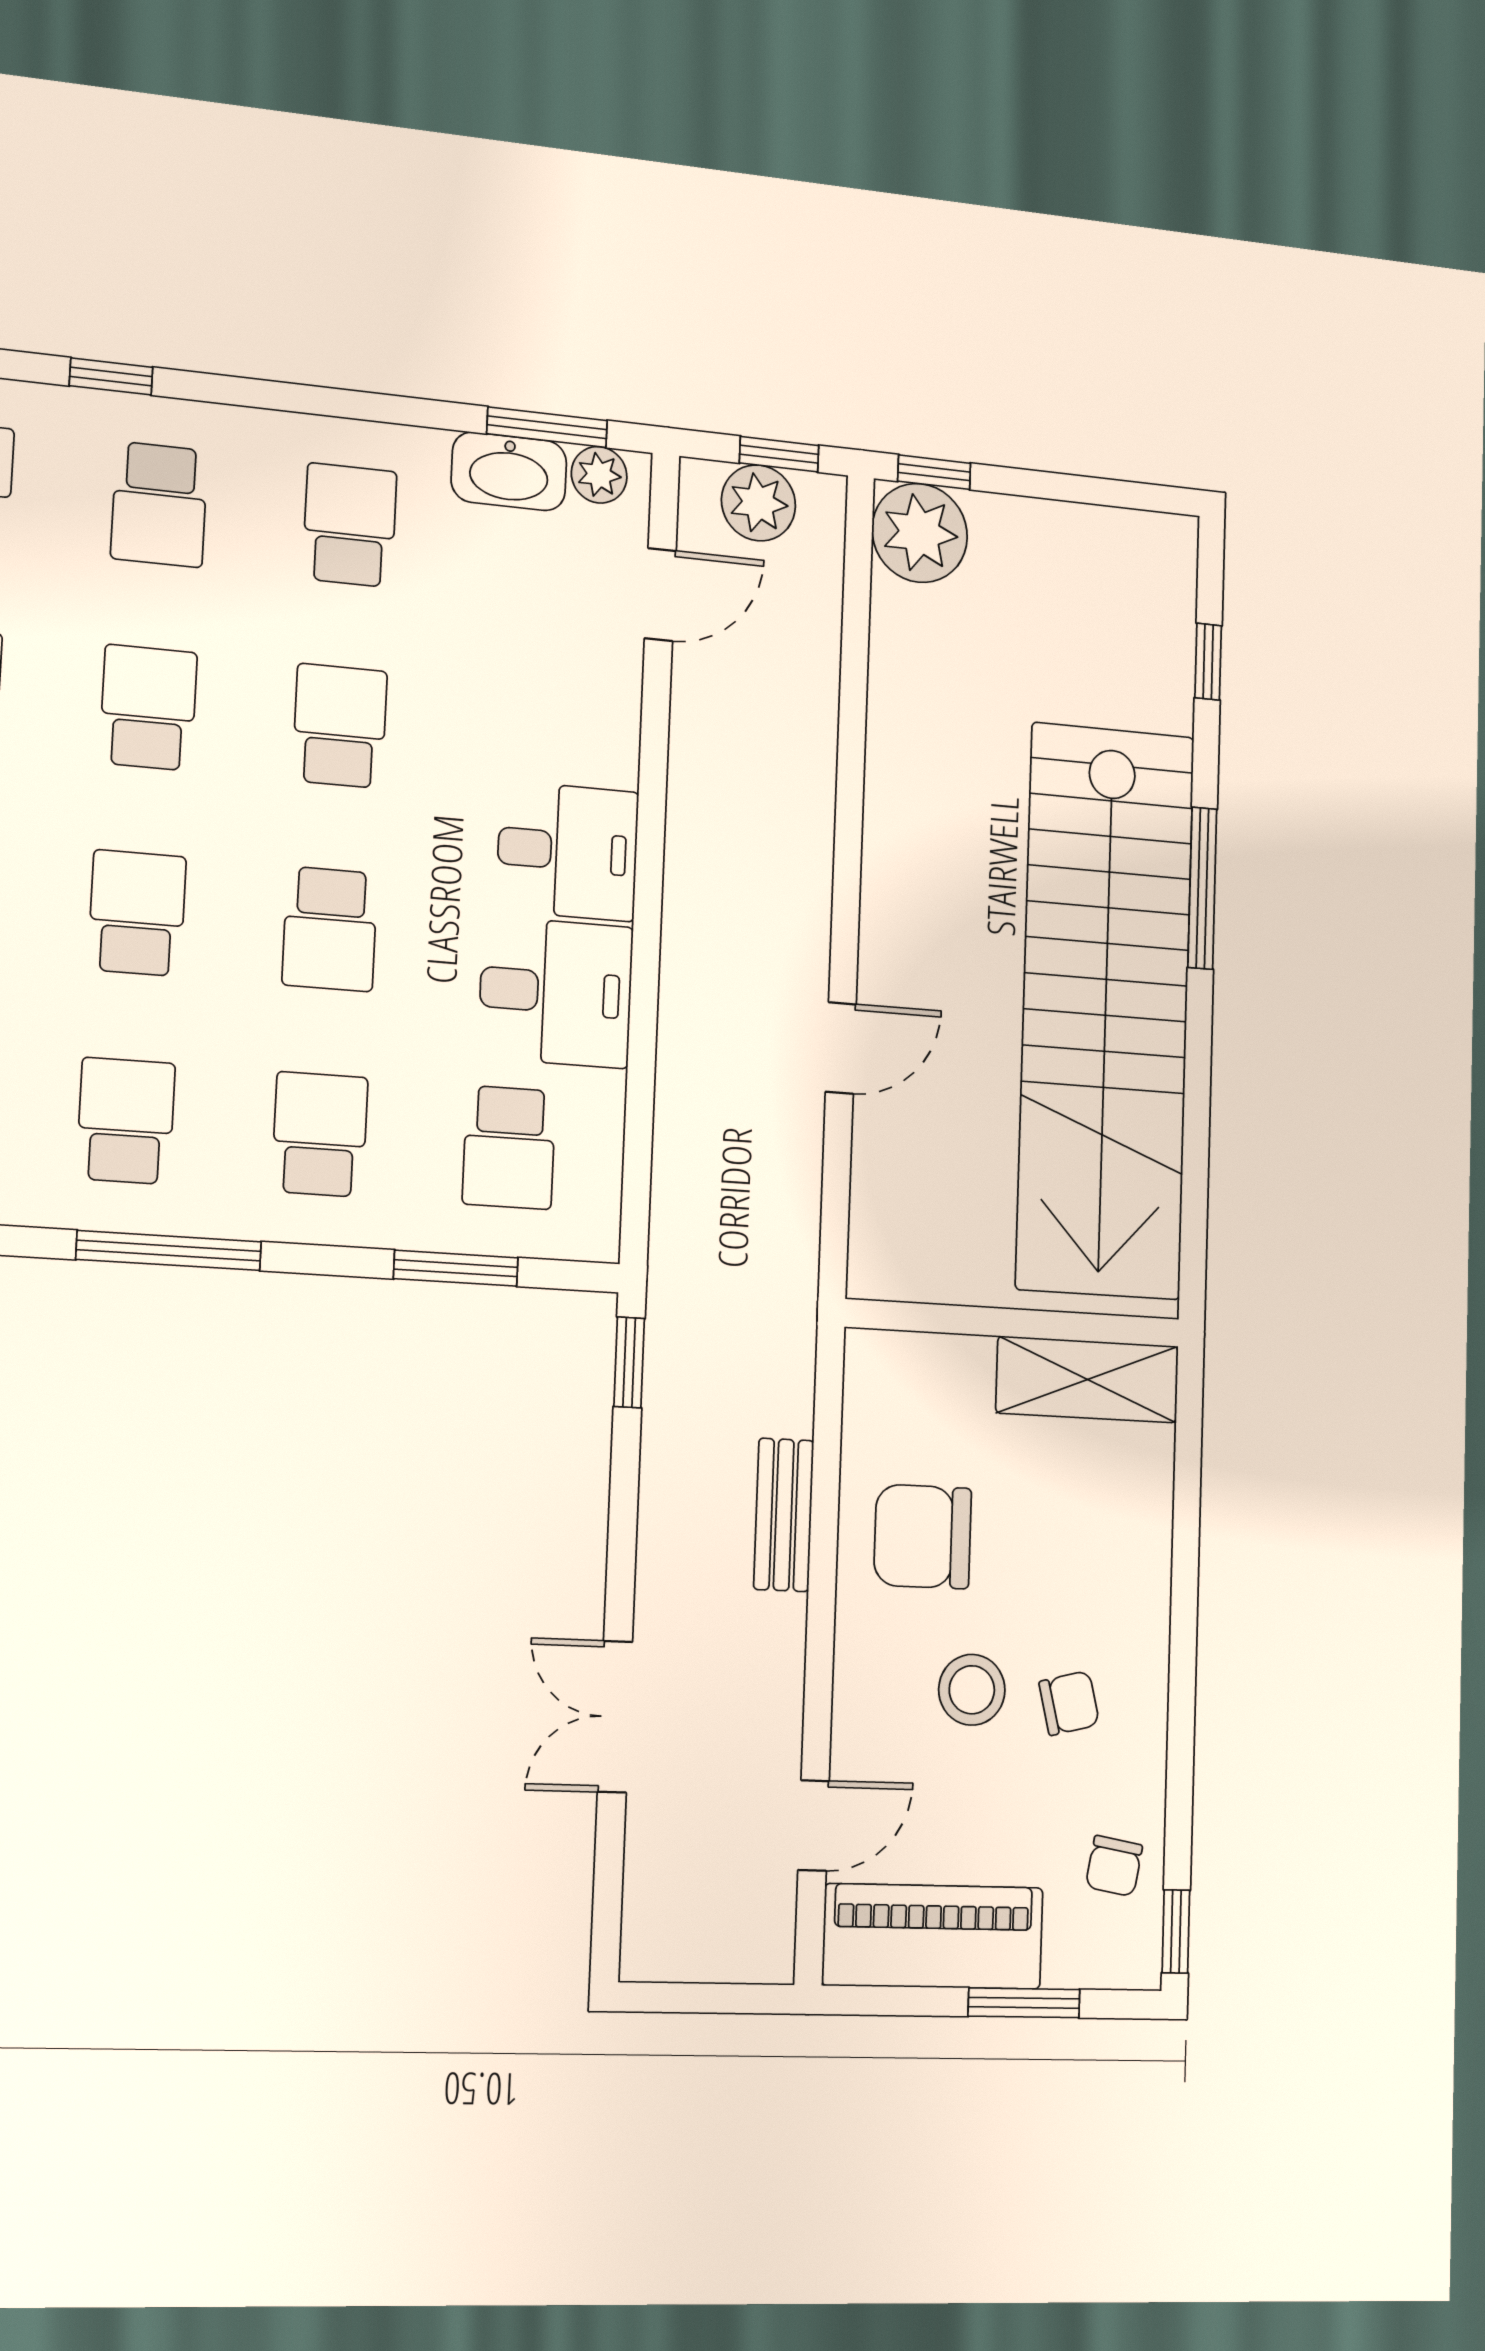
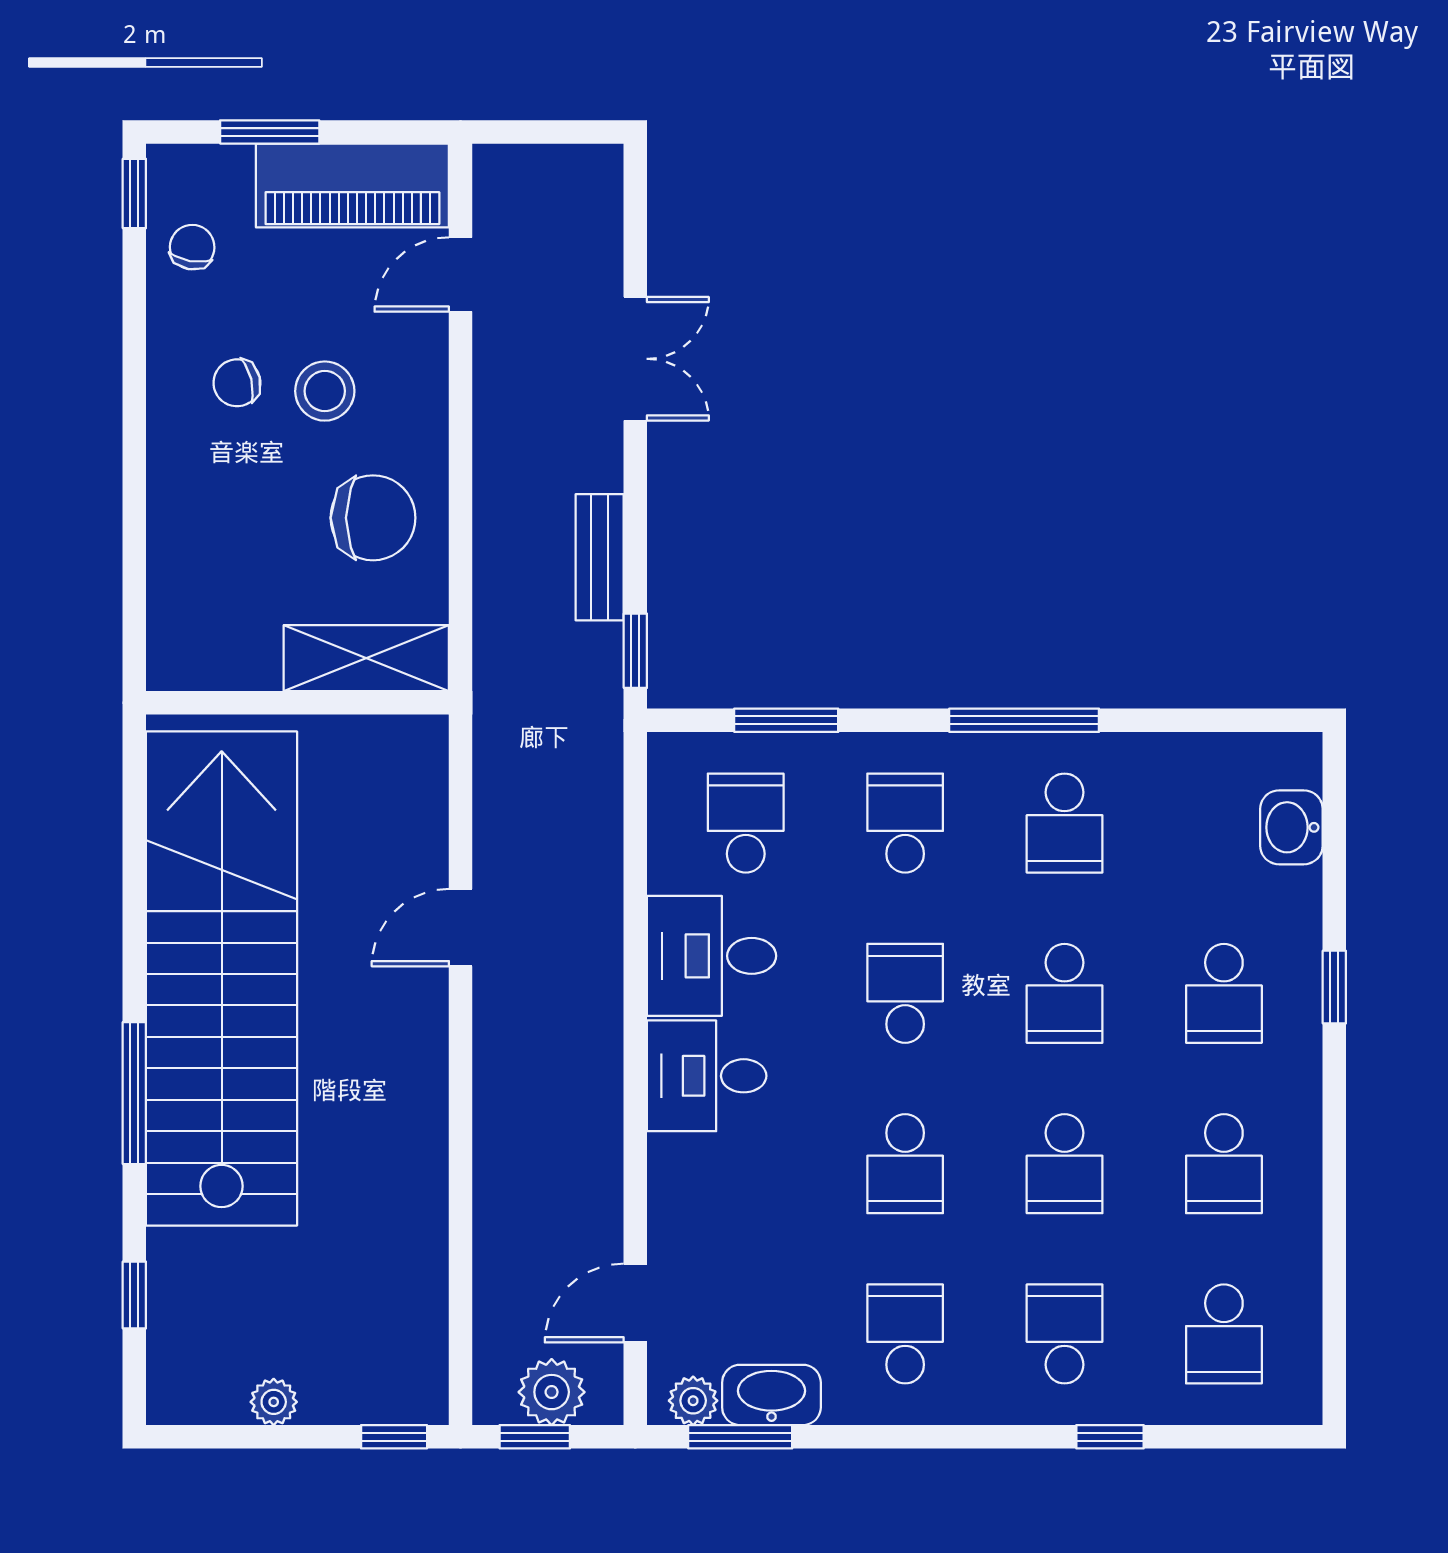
school desk: (350, 525) -> (905, 1334), turned 180
plant: (920, 533) -> (274, 1402), moved, width x0.53, depth x0.53
school desk: (320, 1134) -> (905, 823), turned 180
shelving: (1087, 1380) -> (366, 658), moved
bench: (784, 1515) -> (600, 557), moved

